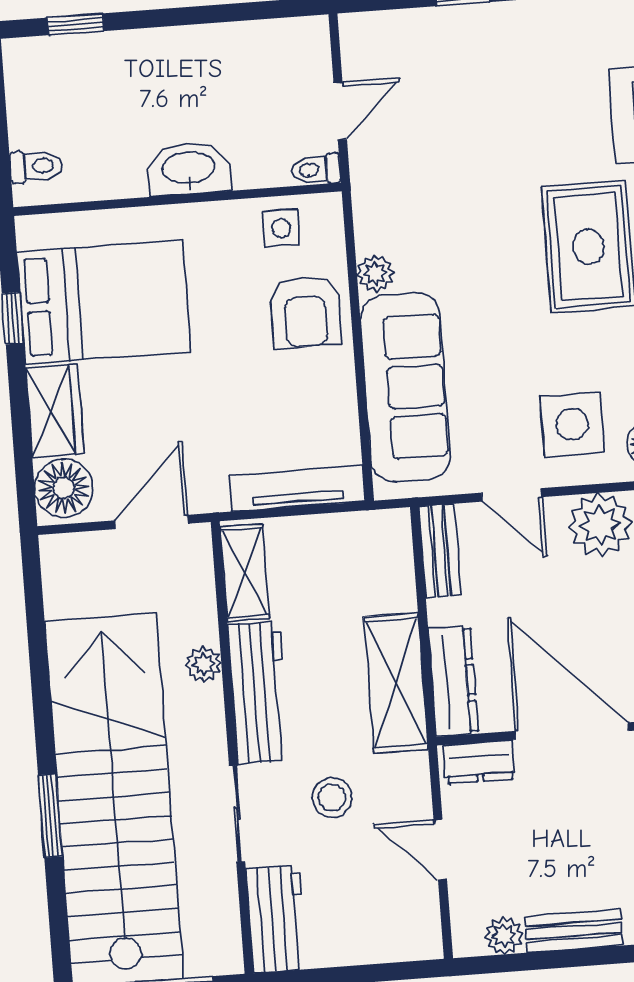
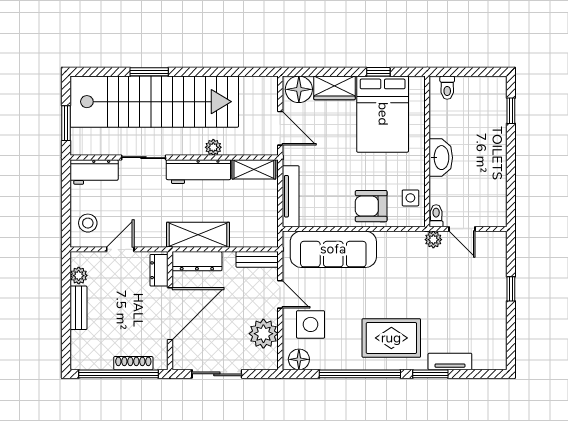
plant: (375, 273) -> (433, 240), moved
door: (512, 495) -> (280, 294), swing flipped
stool: (332, 798) -> (88, 223), moved

